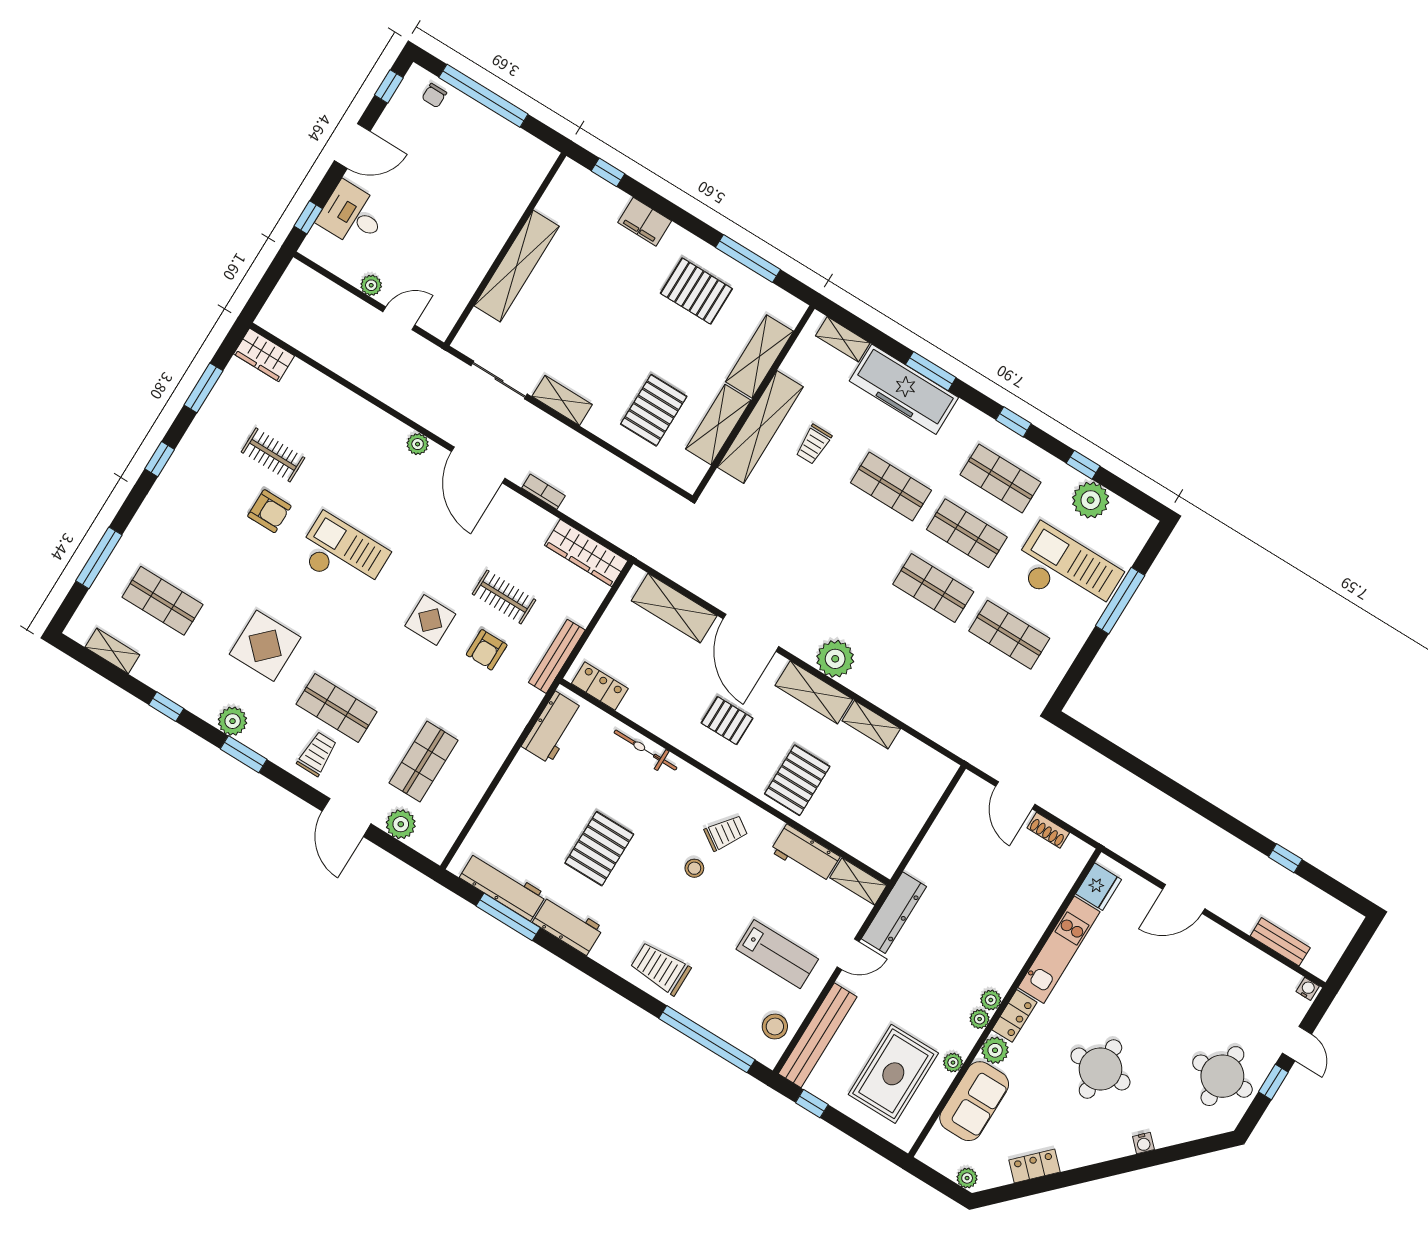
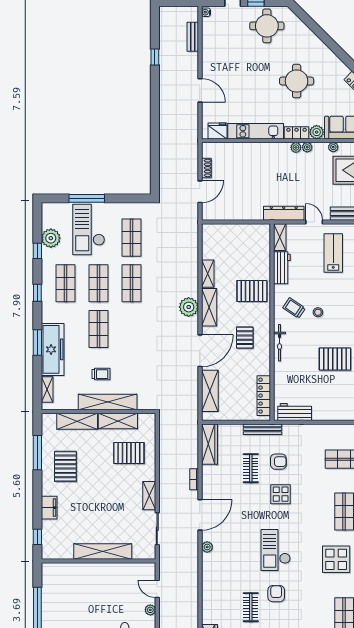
locker: (600, 686) -> (264, 396), width x1.53
bicycle: (645, 750) -> (279, 343), moved
water cooler: (1143, 1143) -> (317, 42), removed

